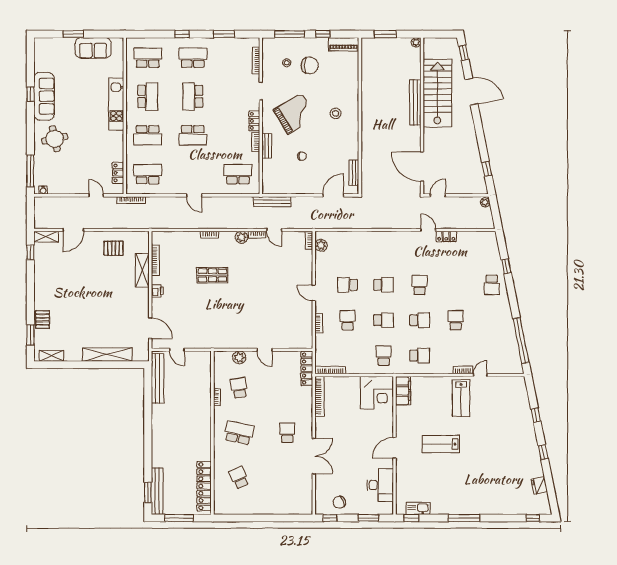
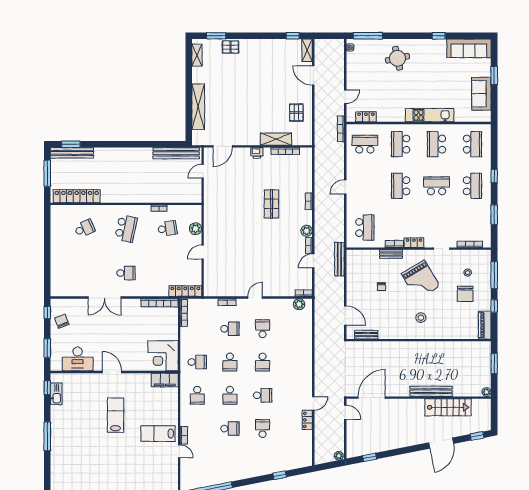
stairs: (437, 93) -> (448, 407), width x0.73, depth x0.66
sofa: (44, 96) -> (469, 48), moved
school desk: (148, 96) -> (437, 144), turned 90
school desk: (148, 174) -> (365, 144), turned -90
school desk: (492, 285) -> (263, 429), moved, turned 90

